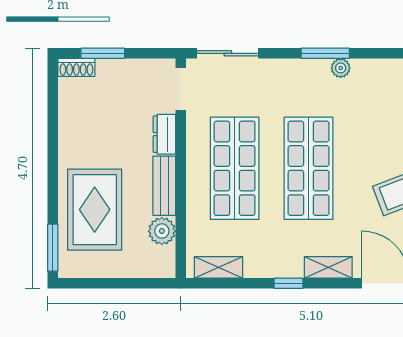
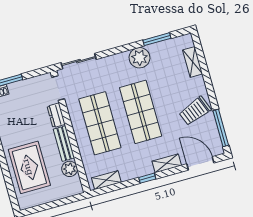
window: (325, 53) -> (157, 39), moved
plant: (341, 68) -> (139, 58), width x1.88, depth x1.88
window: (53, 248) -> (12, 195), removed

